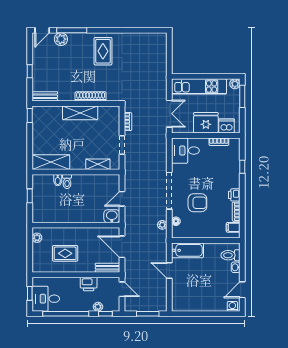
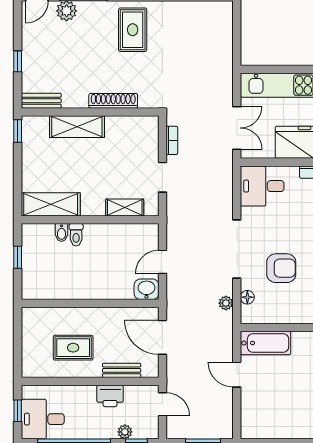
shelving: (80, 113) -> (77, 127), moved
plant: (37, 238) -> (29, 323), removed
bench: (107, 268) -> (122, 370), moved

